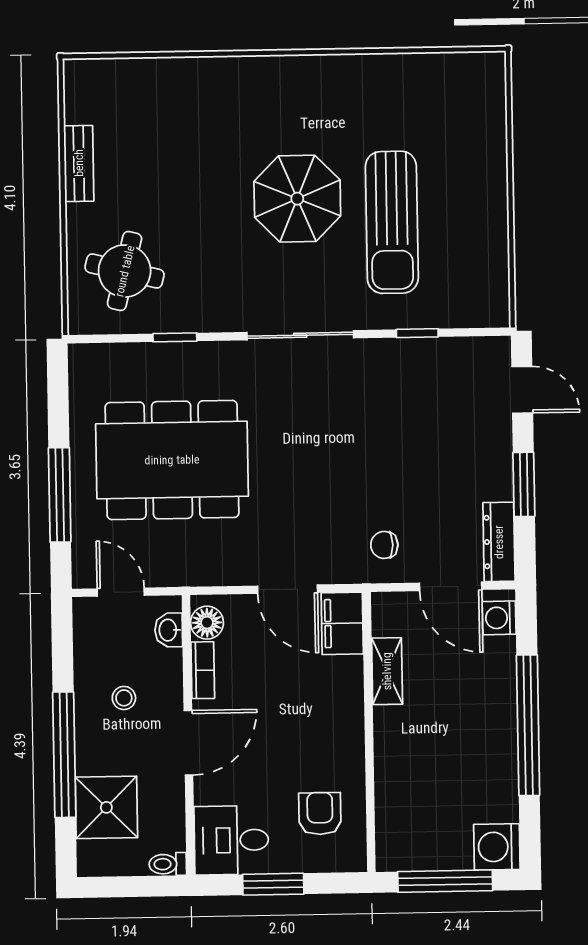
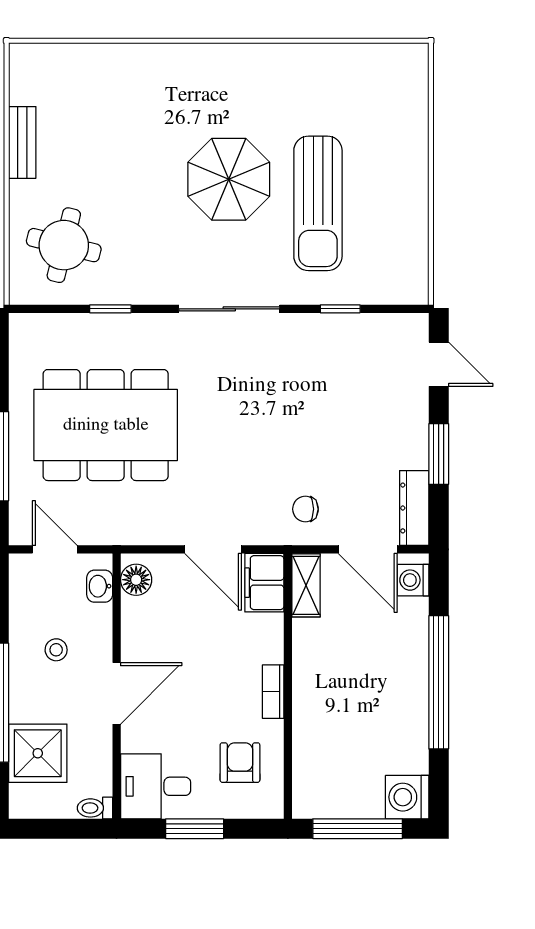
bookcase: (203, 670) -> (273, 692), moved, turned 180
shelving: (387, 671) -> (306, 585), moved

